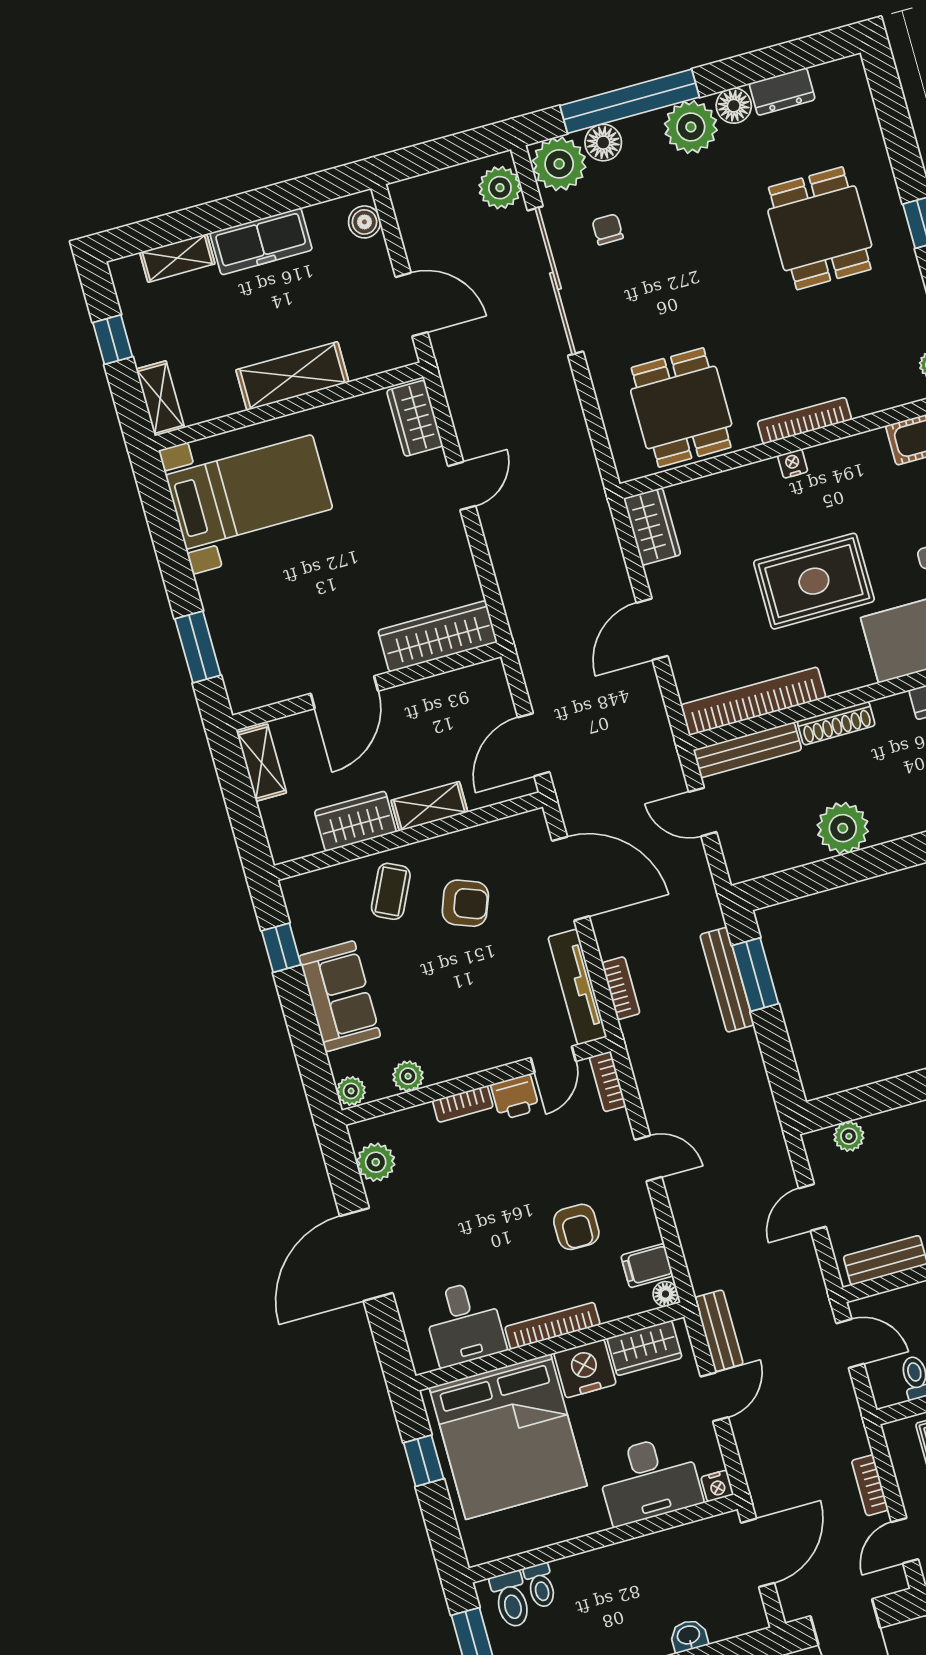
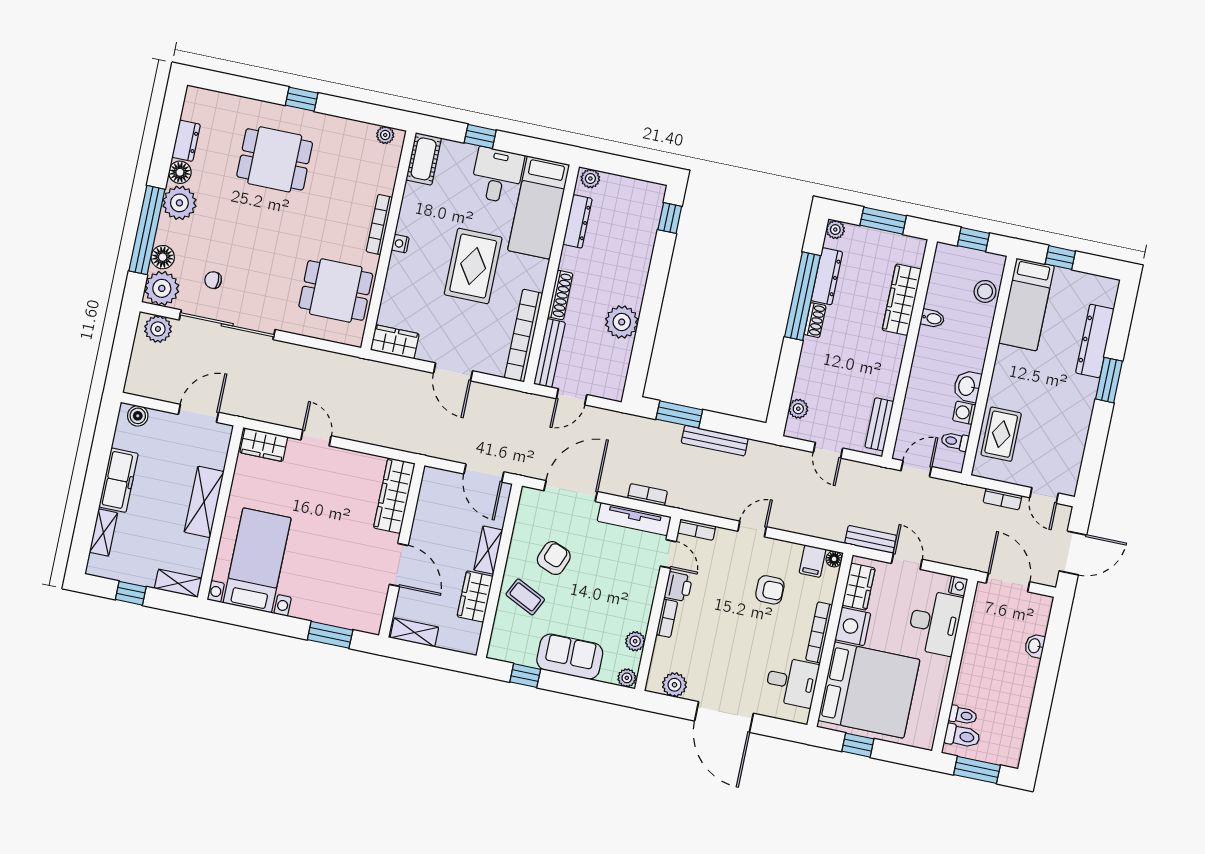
bench: (727, 980) -> (715, 441), moved

